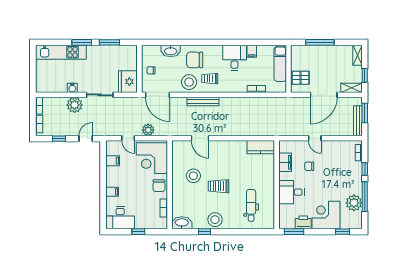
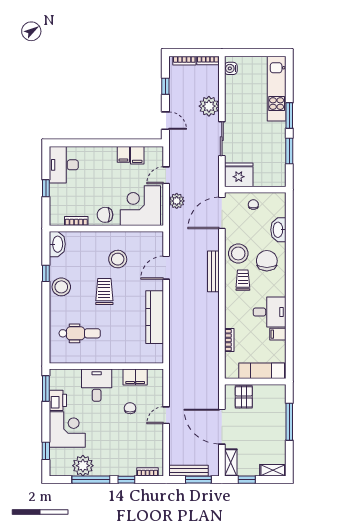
water cooler: (72, 88) -> (231, 68), moved
kitchen counter: (261, 147) -> (155, 317), moved, width x1.50
filing cabinet: (112, 192) -> (123, 154), moved

